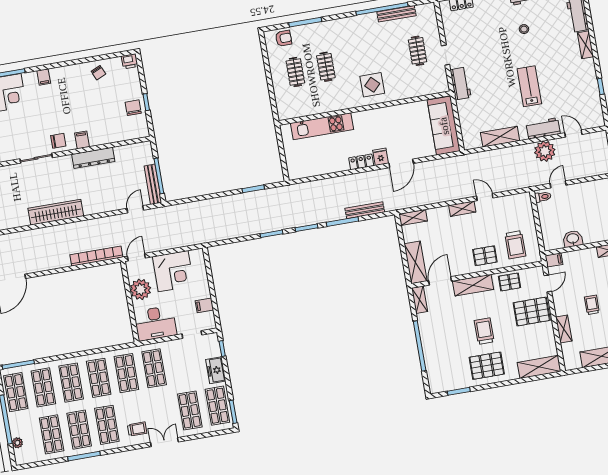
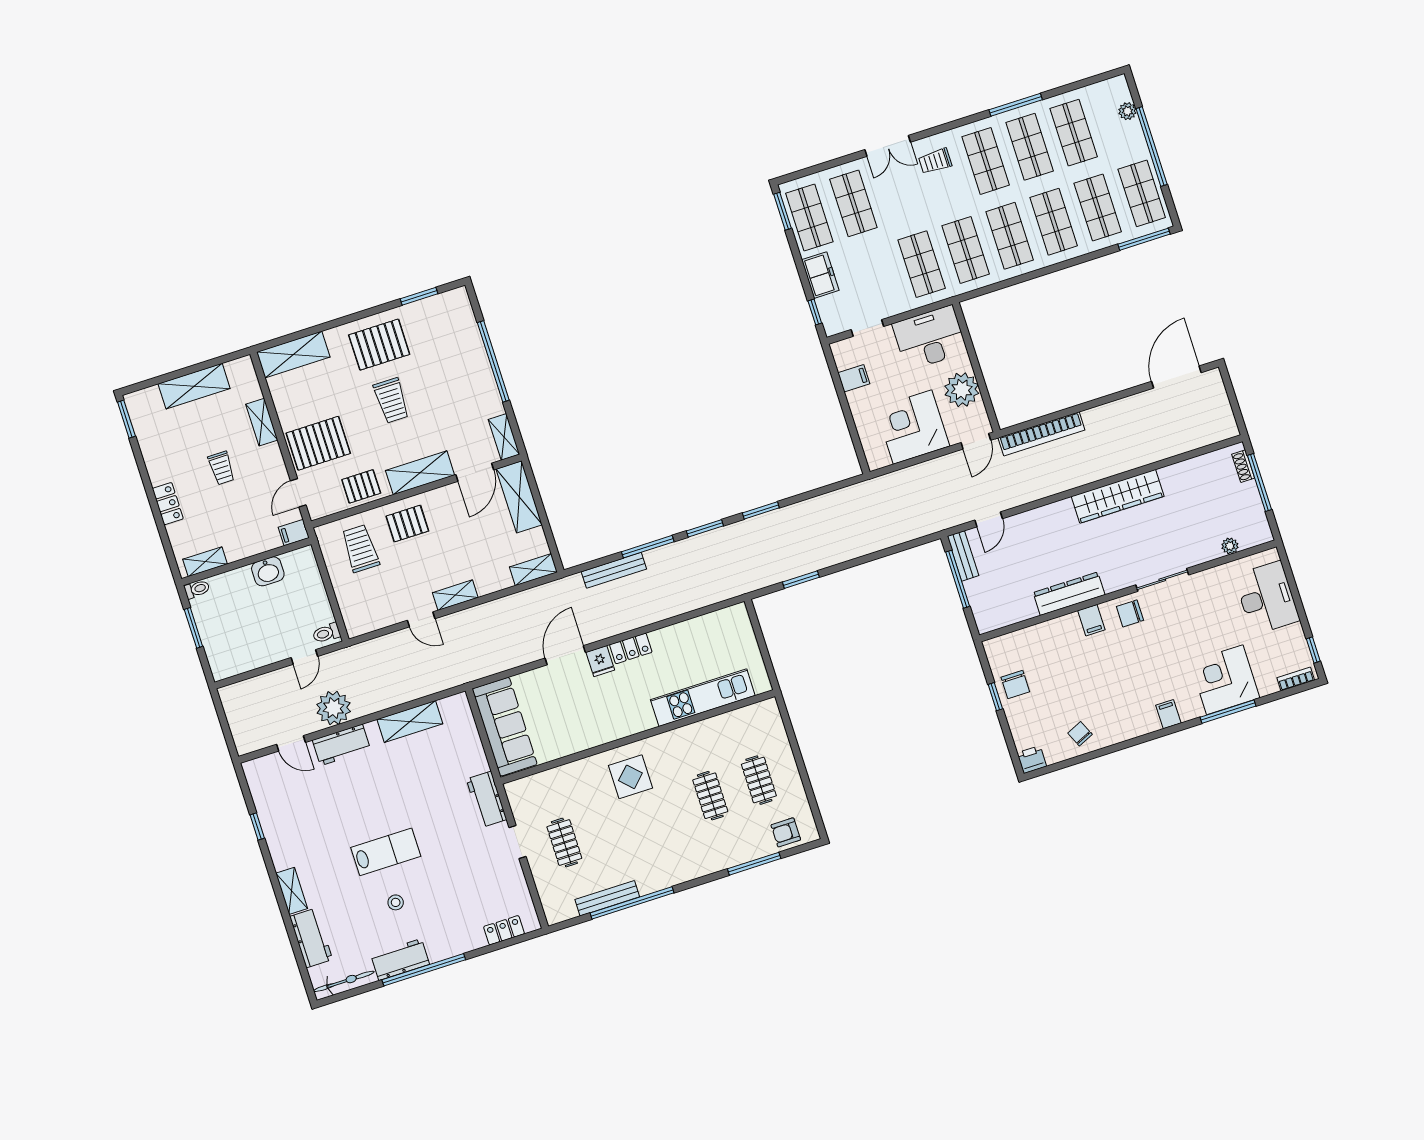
lab bench: (529, 86) -> (386, 852), moved, turned -90
bench: (153, 184) -> (963, 556), width x0.73

